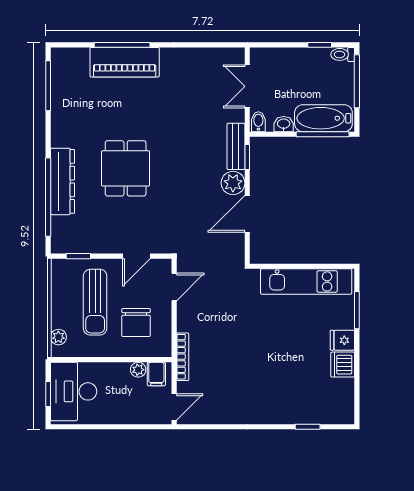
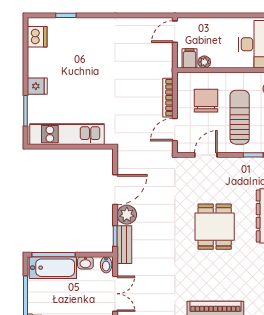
bookcase: (183, 357) -> (168, 98), moved
dishwasher: (343, 365) -> (37, 37), moved

